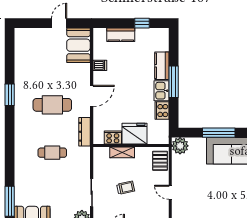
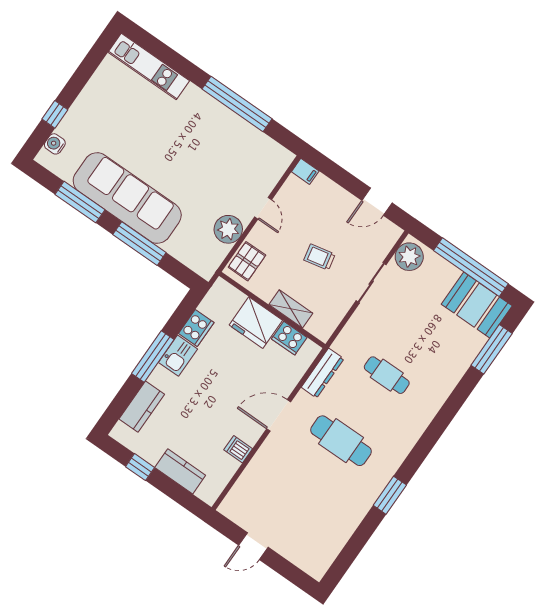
booth: (78, 45) -> (248, 497), removed
kitchen counter: (162, 66) -> (142, 407), moved
plant: (180, 146) -> (228, 229), moved

